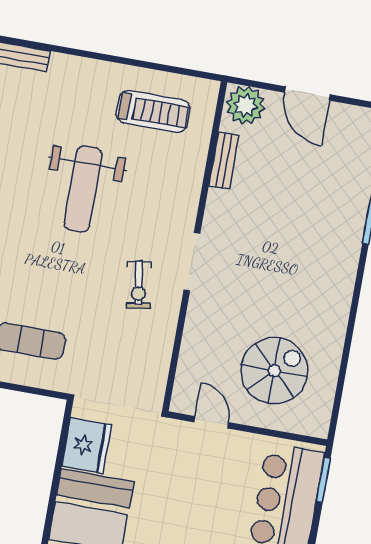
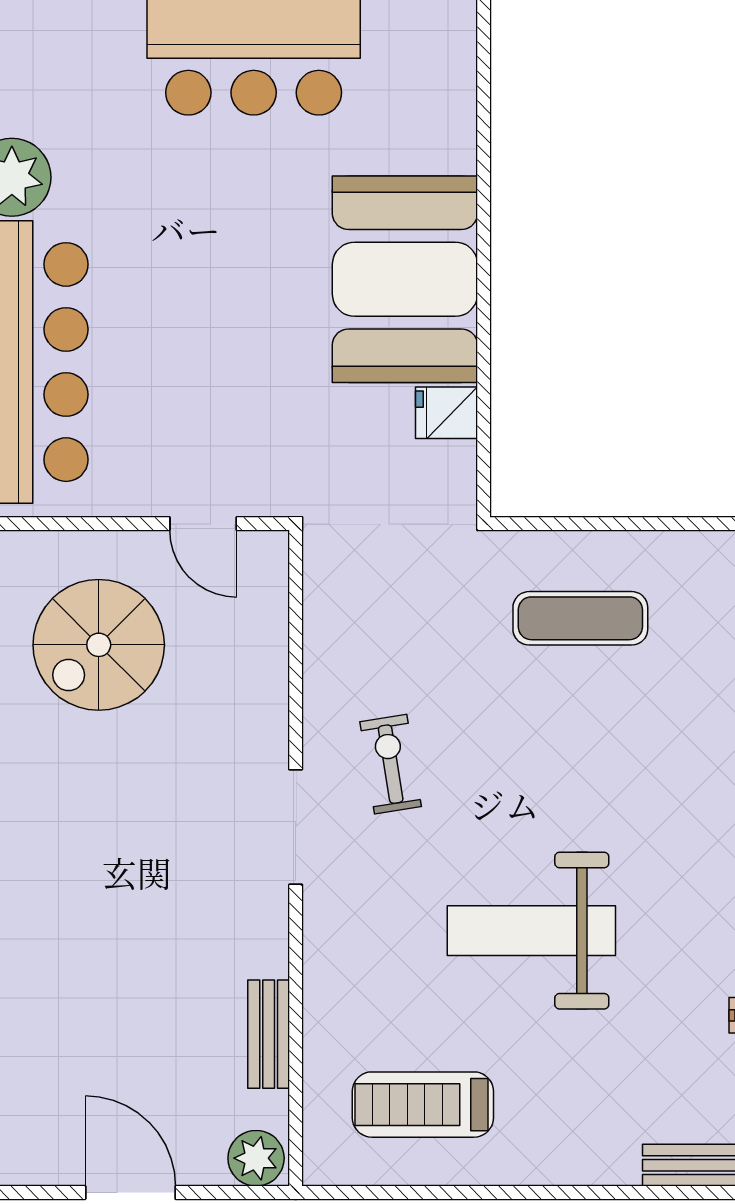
plant: (246, 105) -> (256, 1158), width x0.73, depth x0.73
weight bench: (83, 189) -> (531, 931), turned -90
fridge: (87, 446) -> (447, 413), width x0.53, depth x0.75

